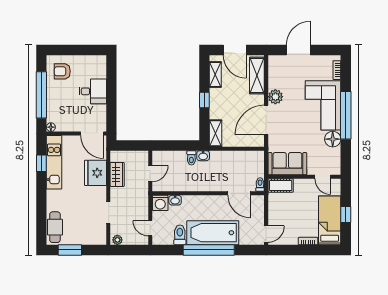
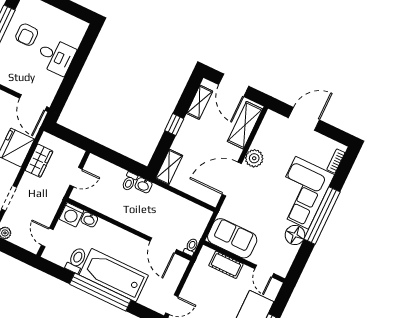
armchair: (62, 71) -> (27, 35), moved, turned -90
cot: (281, 185) -> (226, 265), moved

